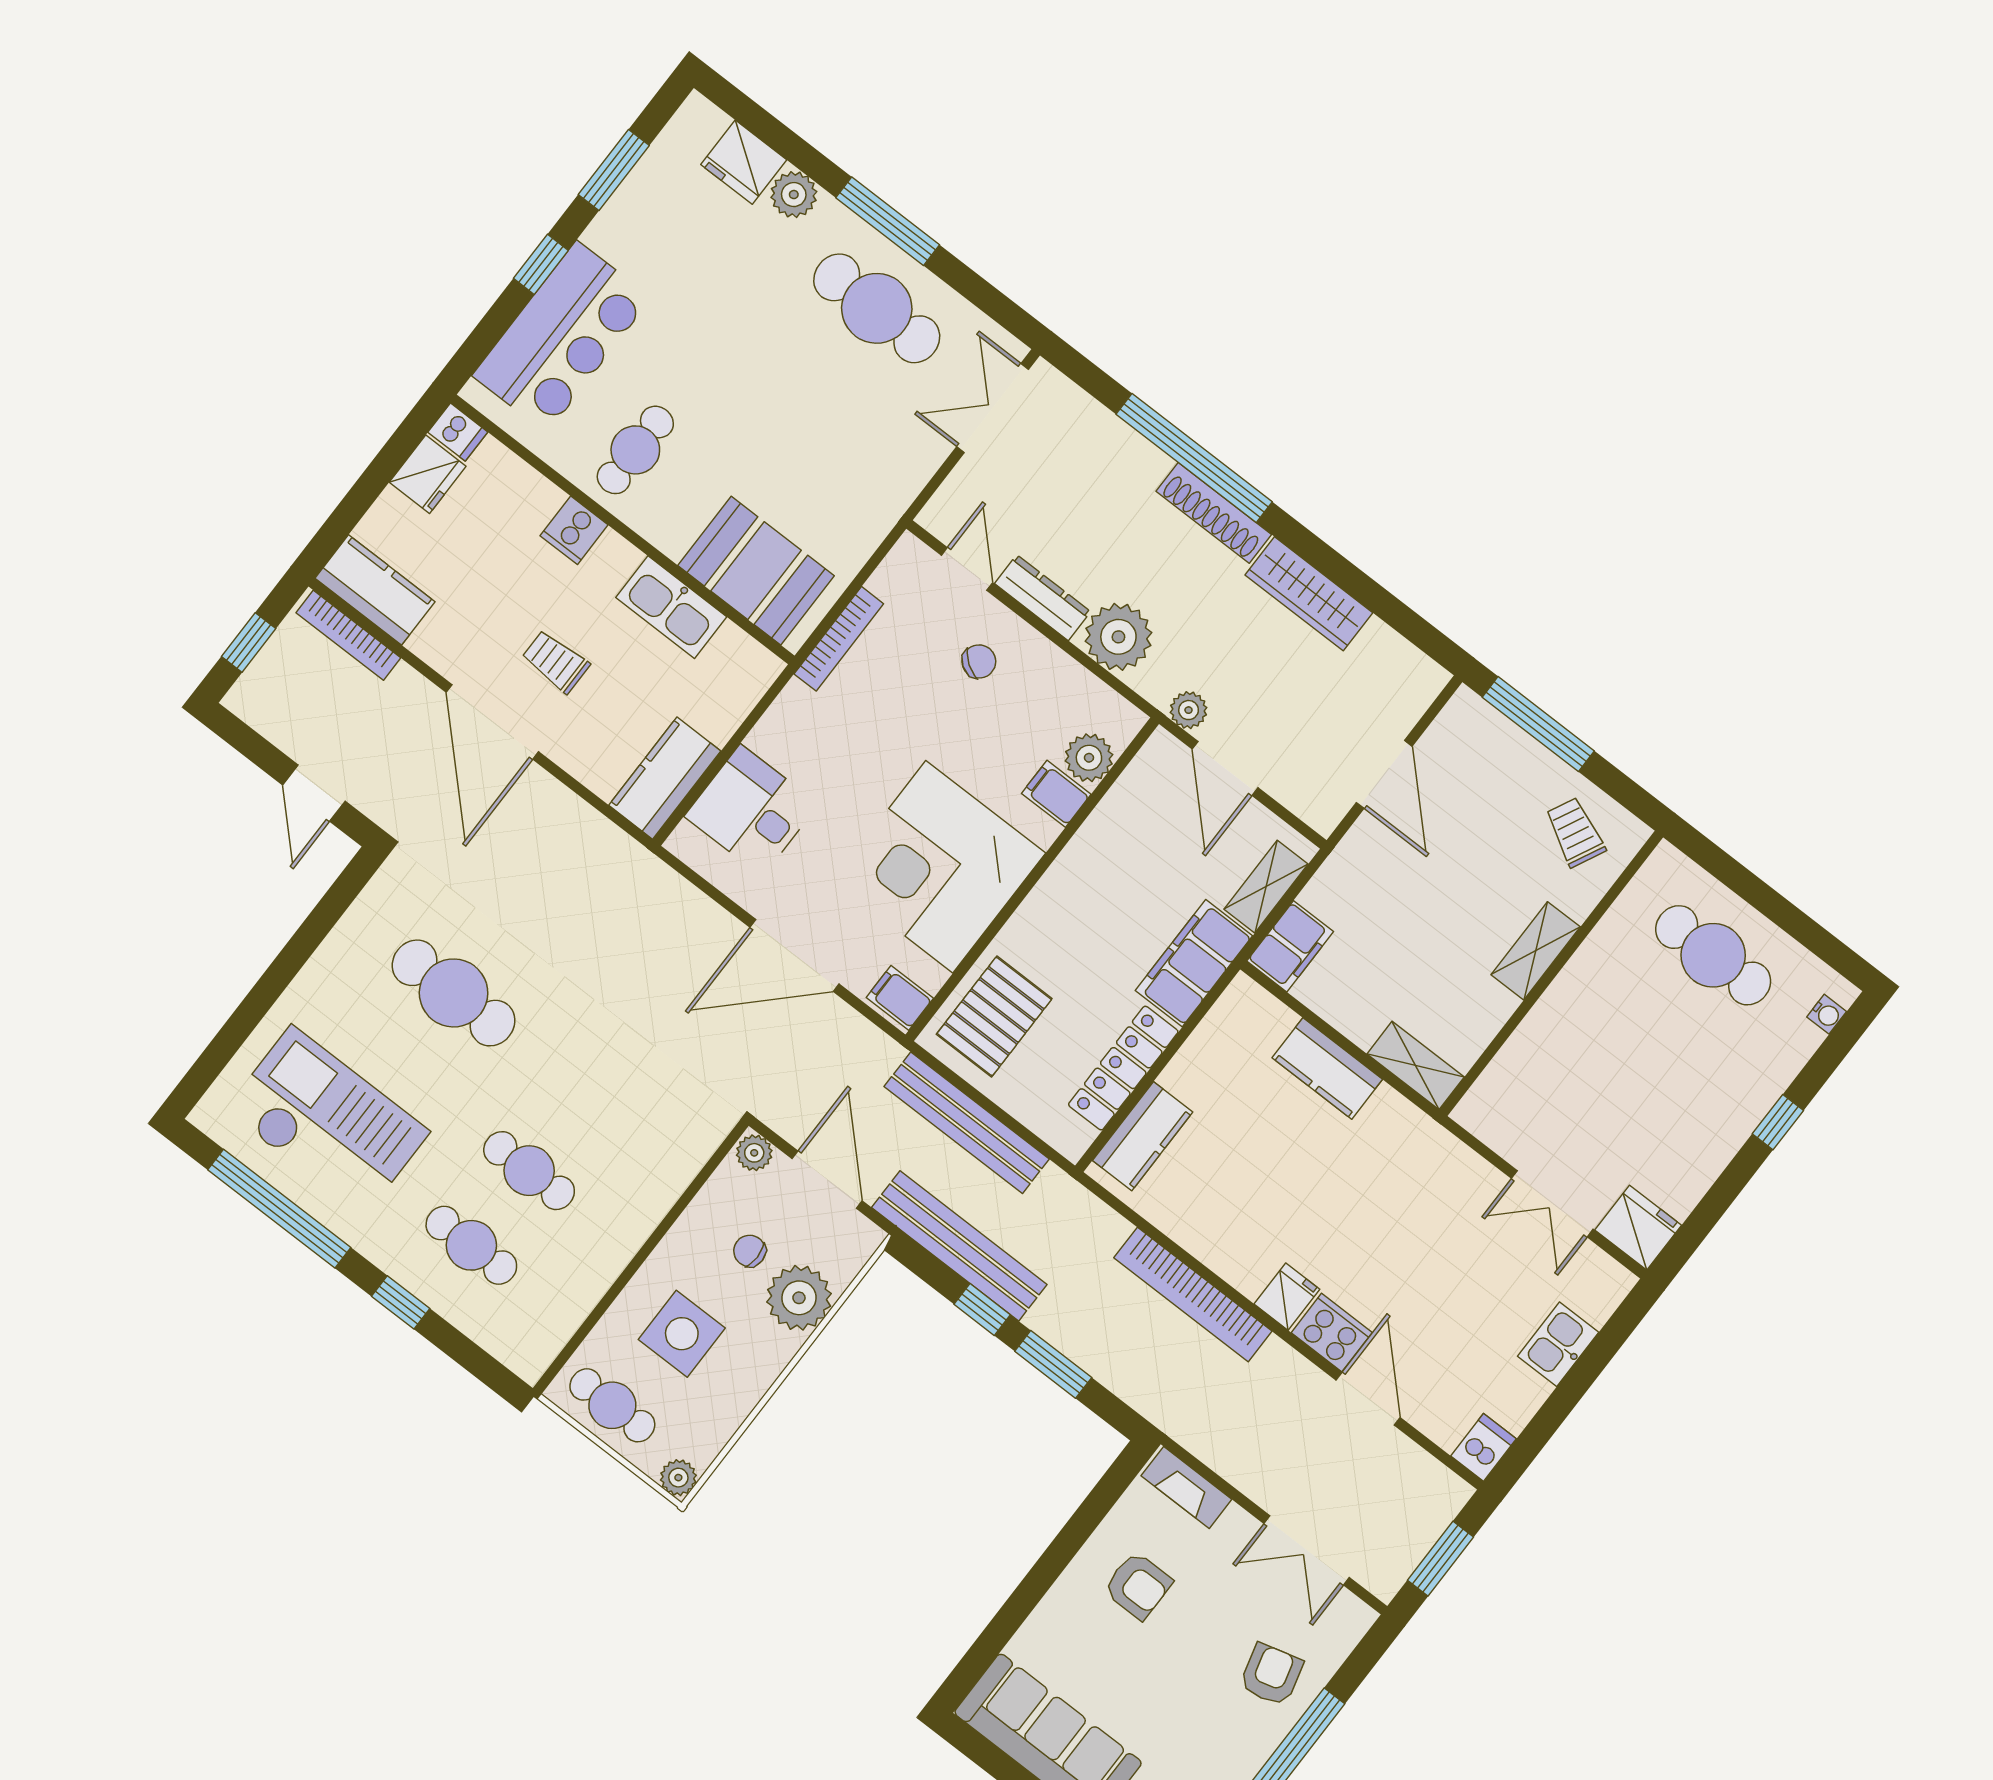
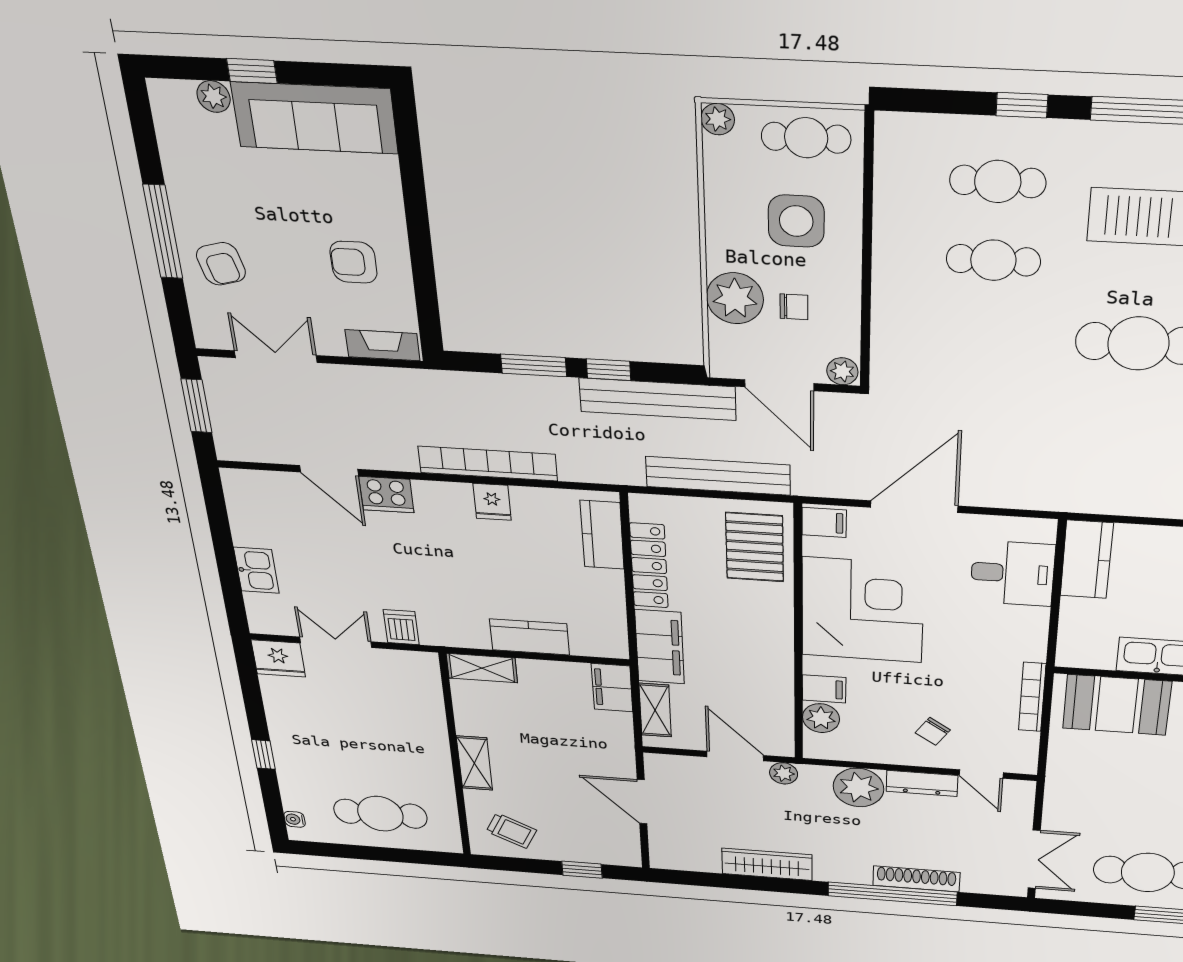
shoe rack: (1214, 513) -> (916, 879), moved
window: (1538, 724) -> (582, 870), width x0.46
fridge: (1287, 1297) -> (492, 502), moved
dishwasher: (1484, 1447) -> (401, 627), moved, turned 180

